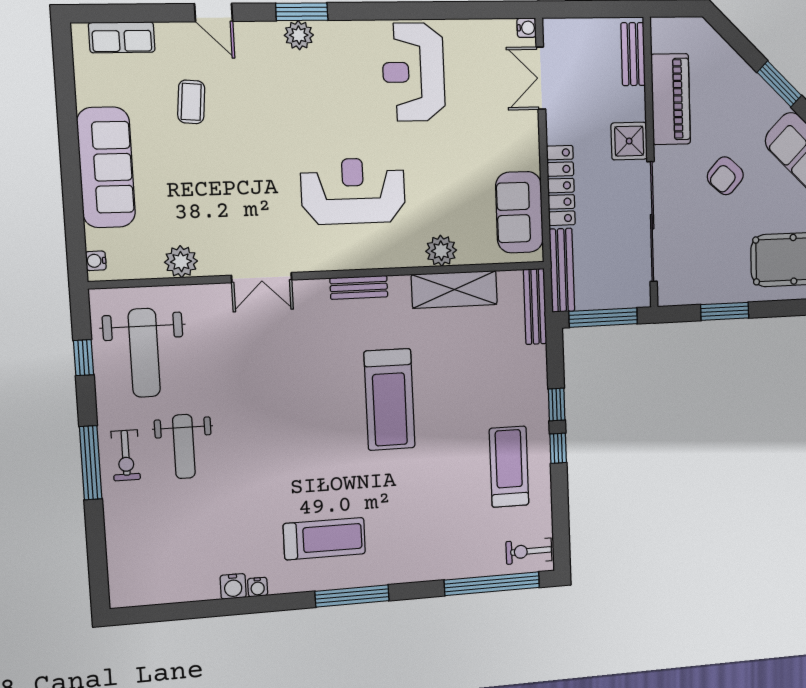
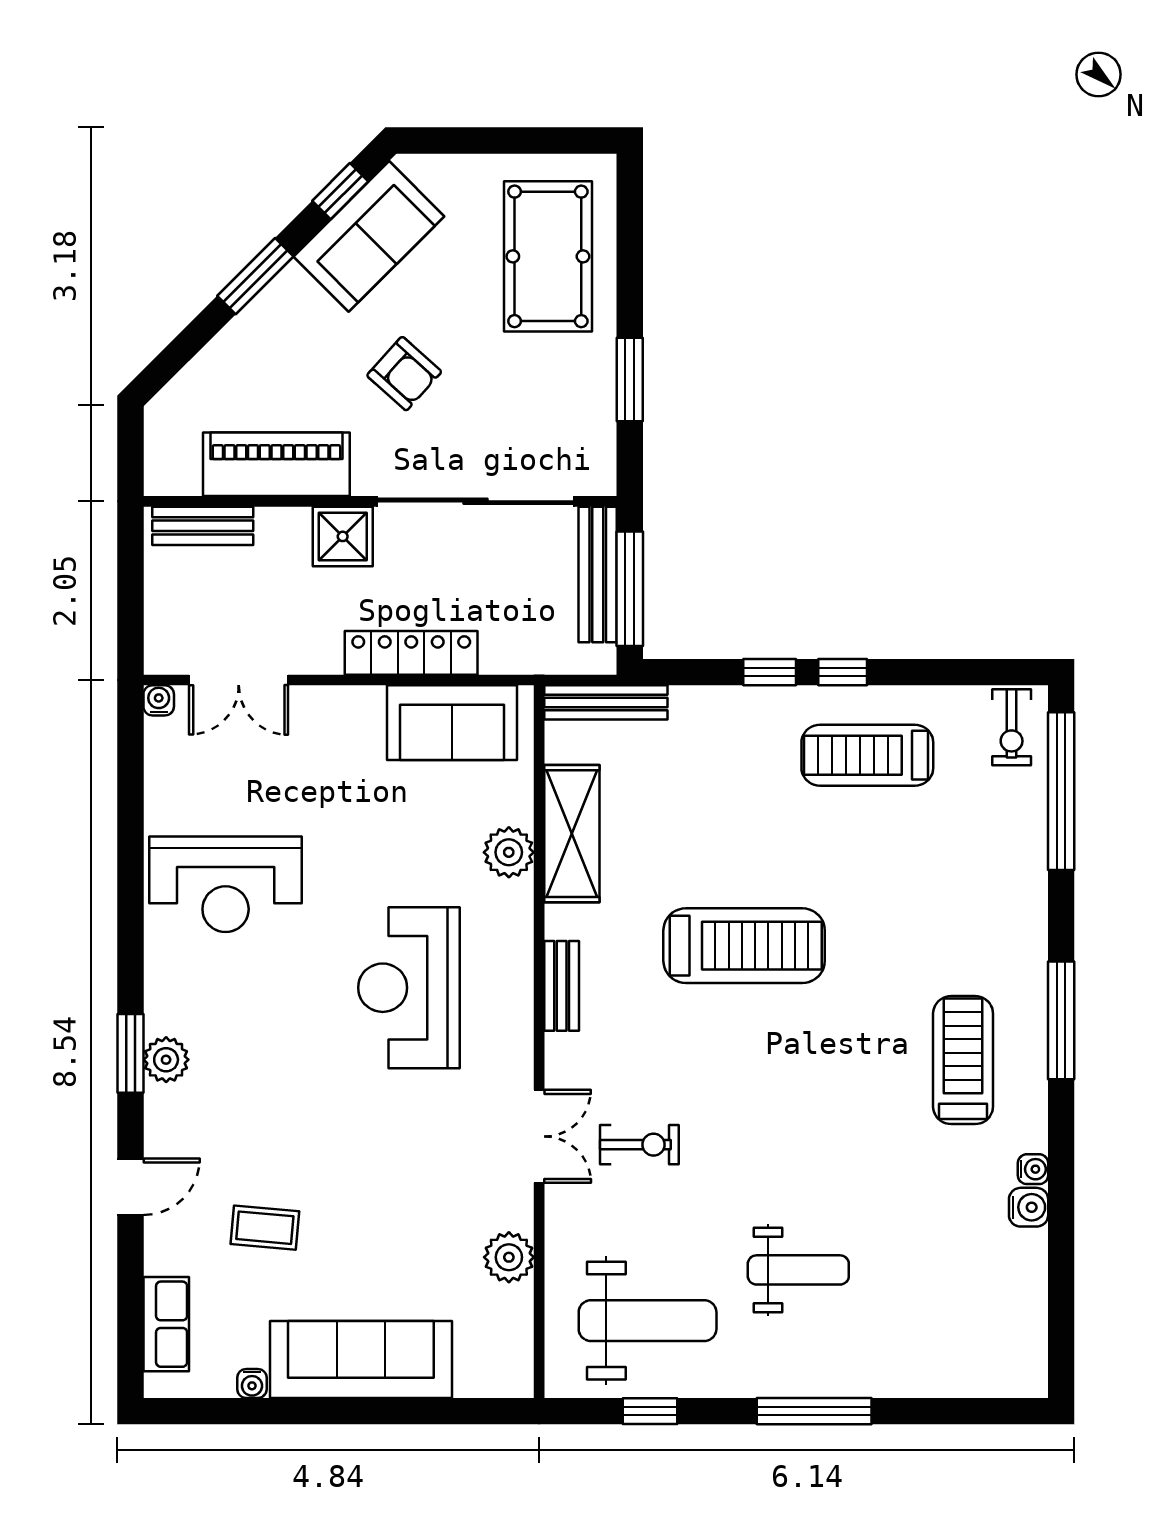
water cooler: (96, 261) -> (252, 1383), moved
bench: (562, 270) -> (598, 574), moved, turned 90
exercise bike: (126, 455) -> (639, 1145), moved

